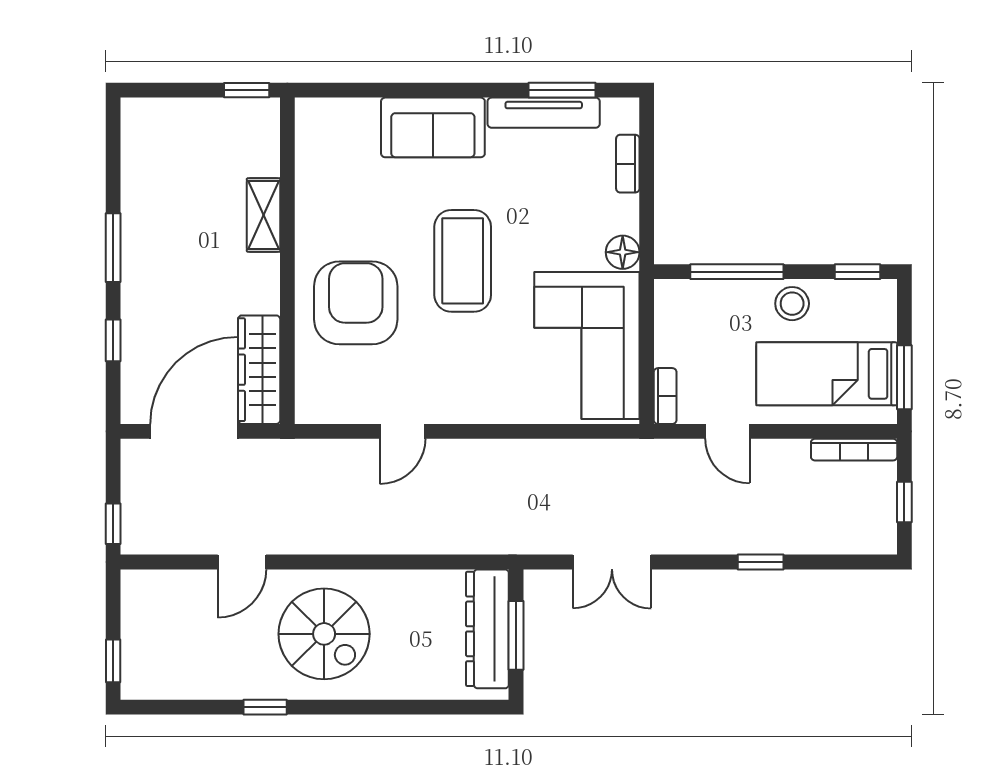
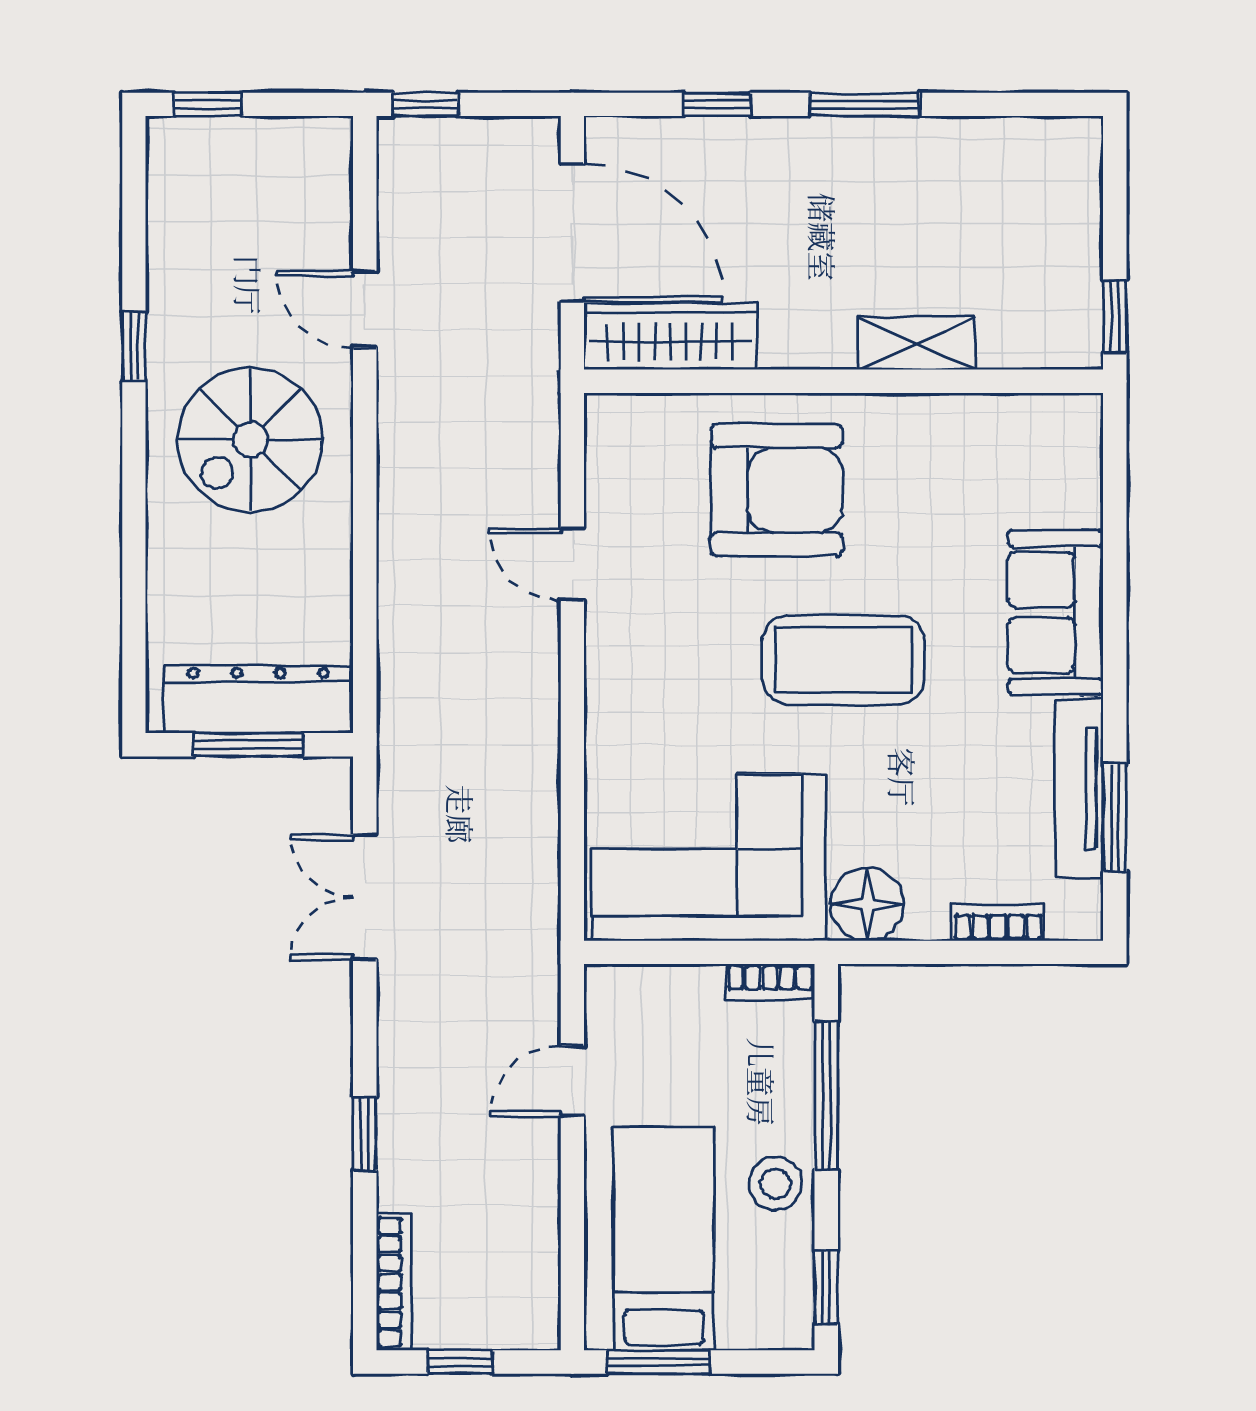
floor lamp: (623, 252) -> (867, 904), width x1.38, depth x1.38
bookcase: (665, 396) -> (770, 982), moved
bookcase: (854, 450) -> (394, 1282), moved, turned 180

